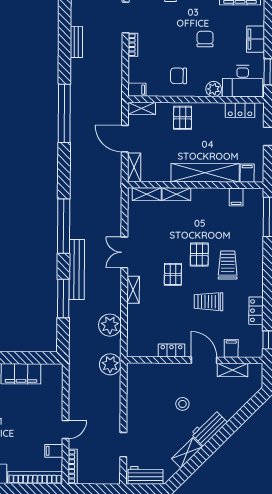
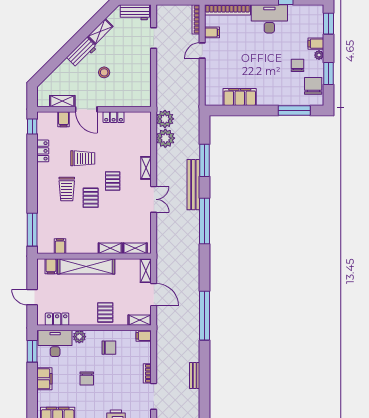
plant: (110, 364) -> (165, 119), moved

